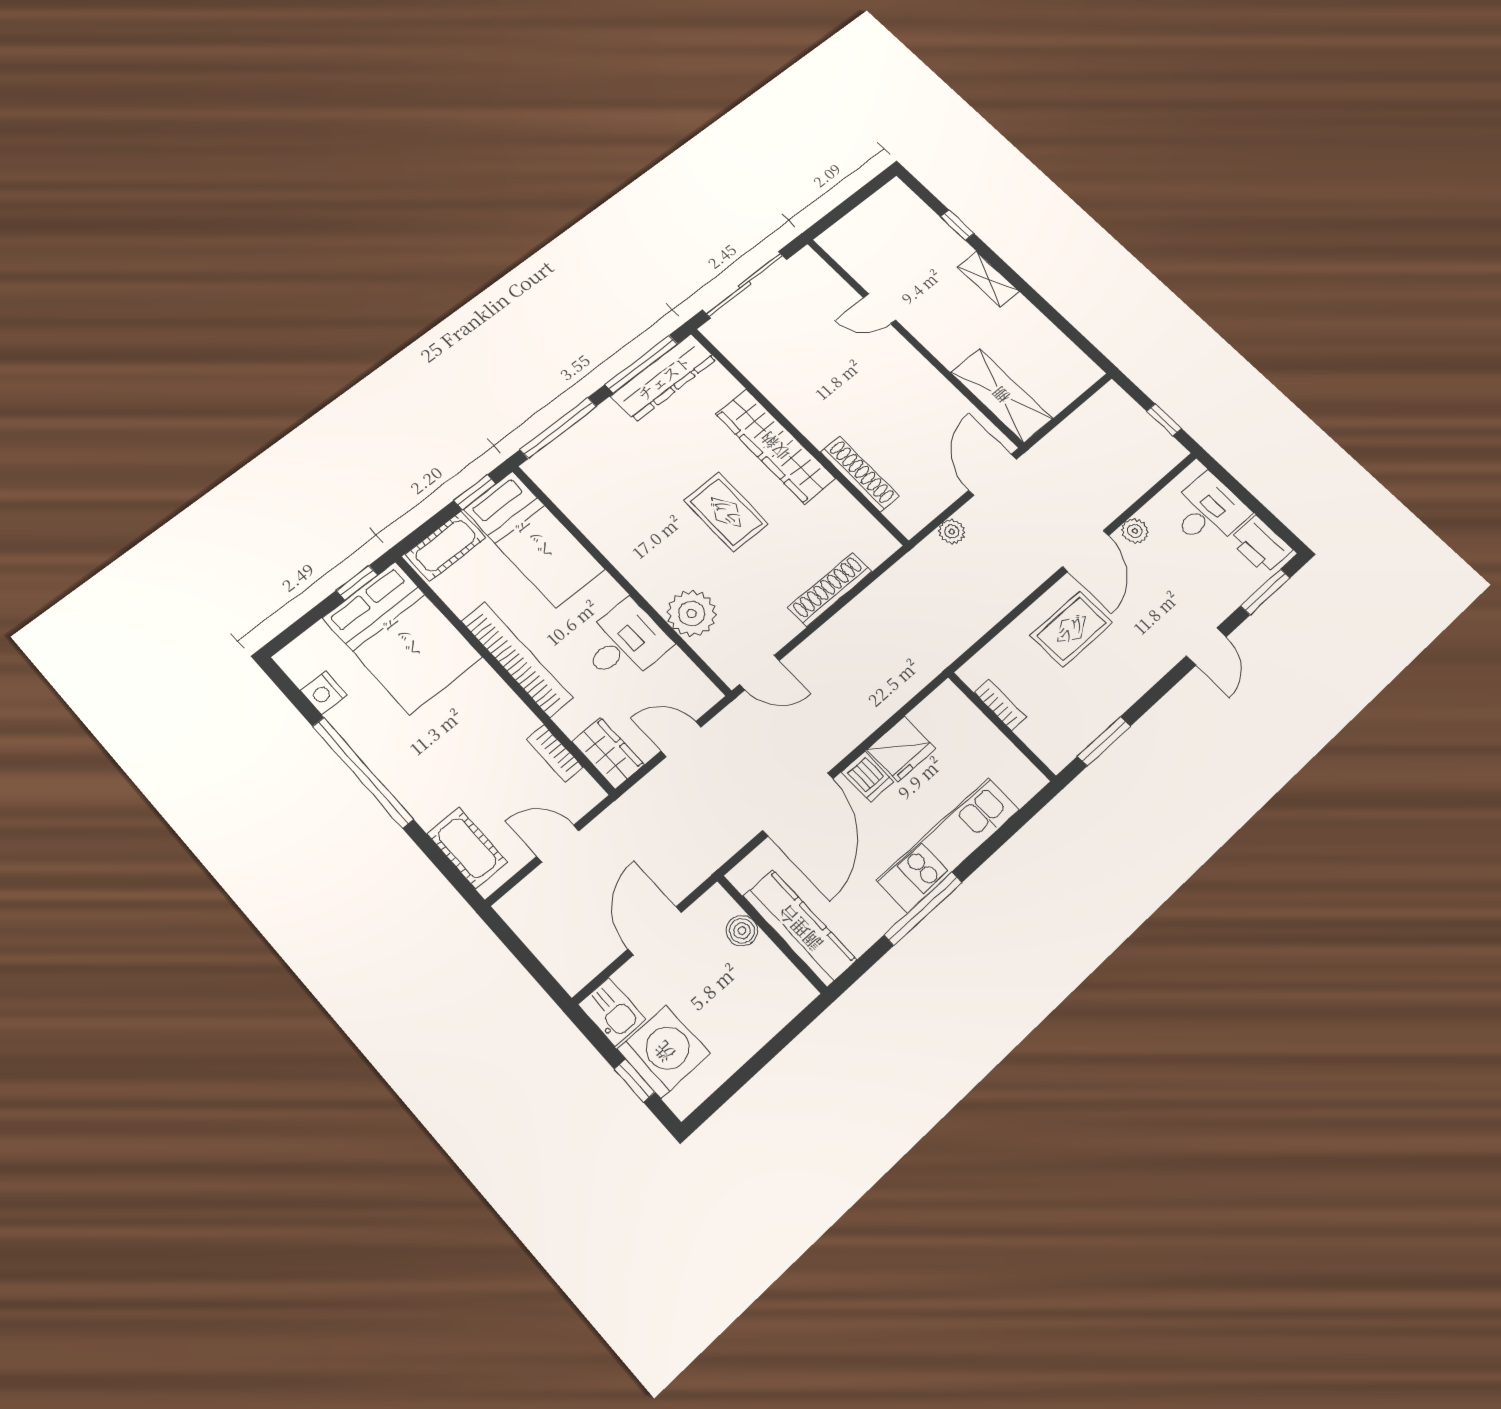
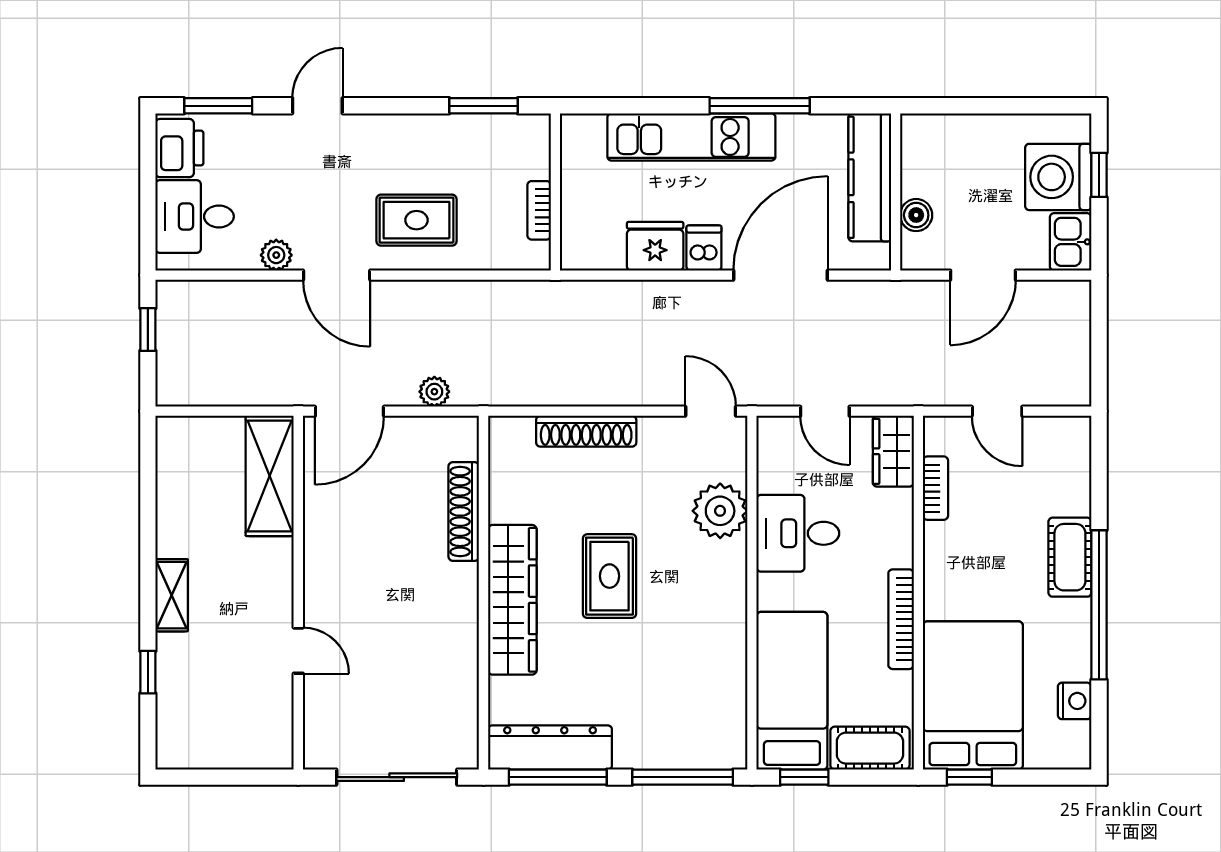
door: (1086, 551) -> (337, 275), swing flipped
bookcase: (517, 659) -> (901, 619), width x0.68, depth x0.76
cot: (467, 848) -> (1070, 557), moved

